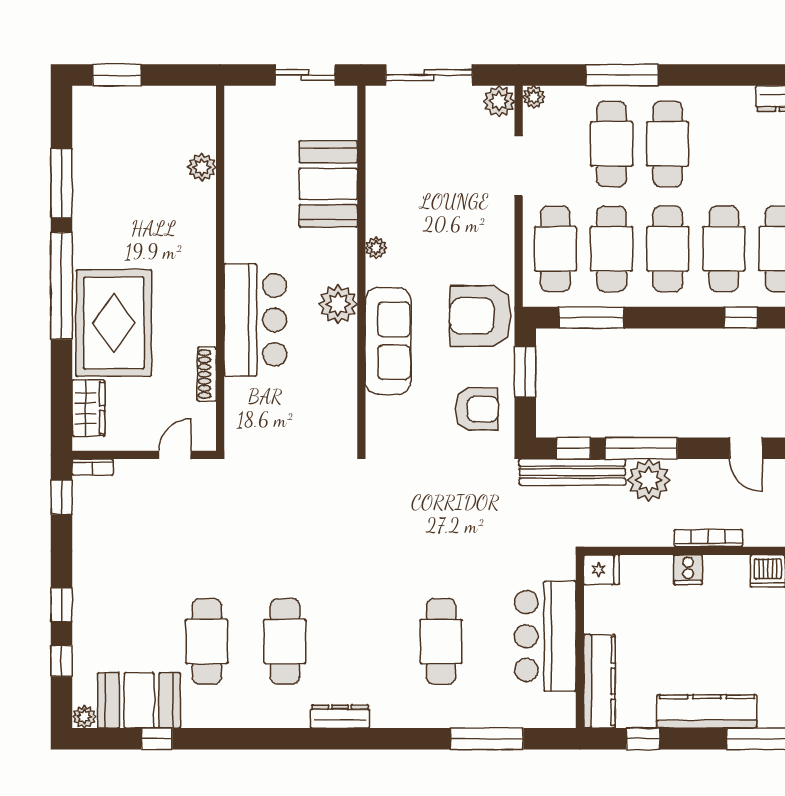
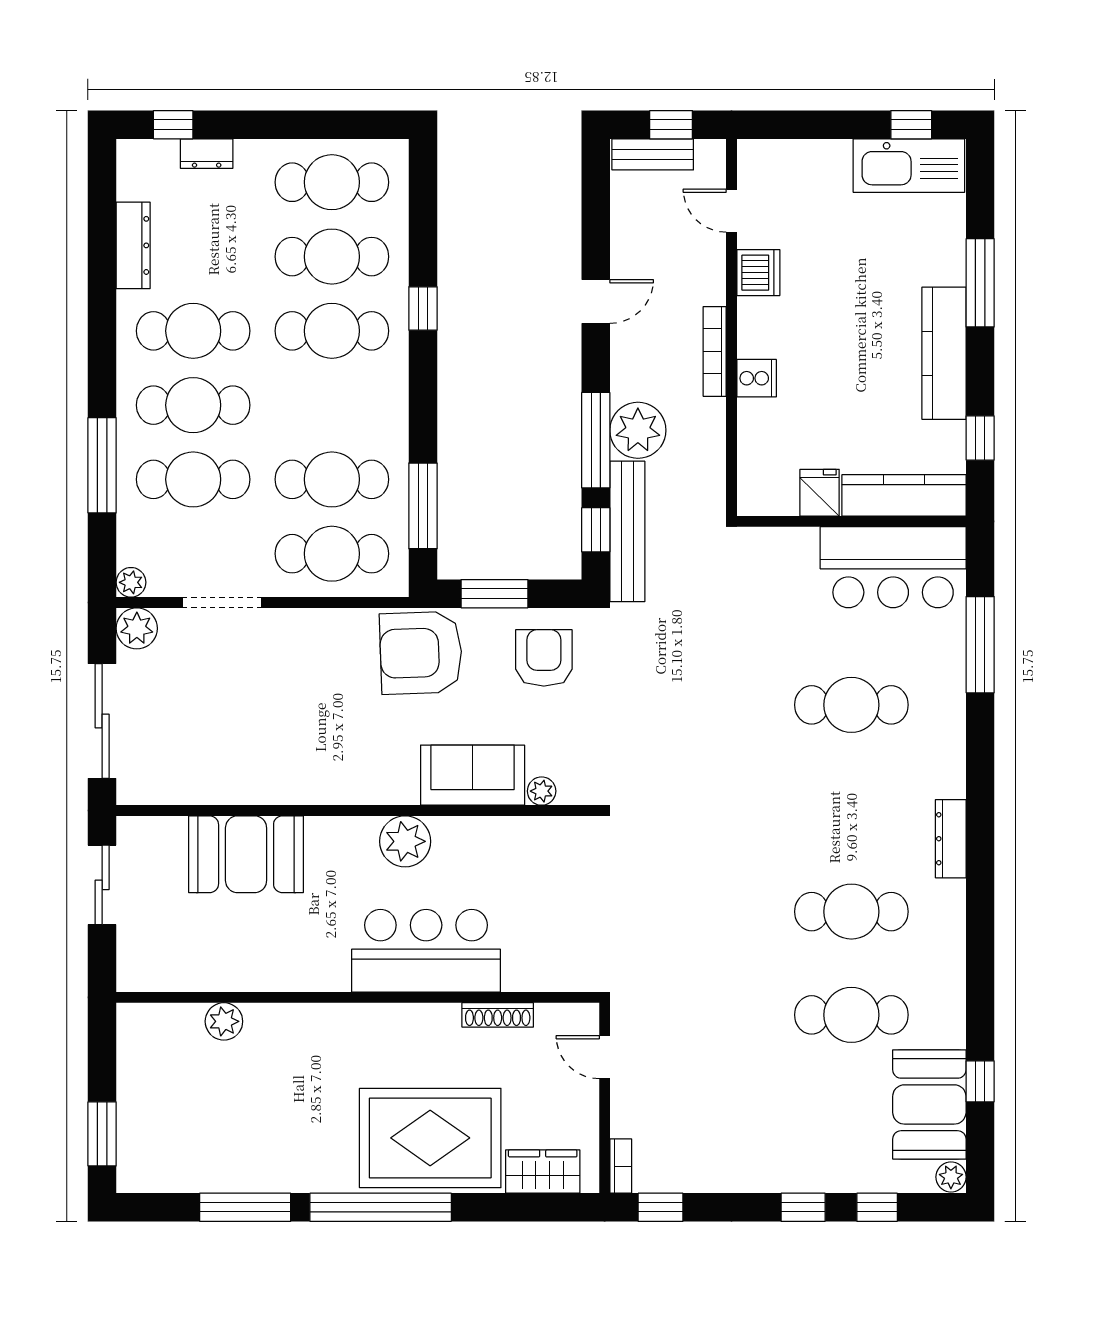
plant: (376, 248) -> (542, 791), moved
cafe table: (668, 249) -> (193, 331), moved
armchair: (480, 316) -> (421, 653), turned 88
sofa: (388, 341) -> (473, 775), width x0.73
fridge: (601, 570) -> (820, 493), moved
bar counter: (545, 636) -> (893, 567), moved

